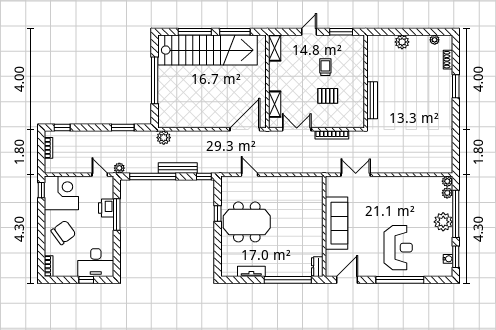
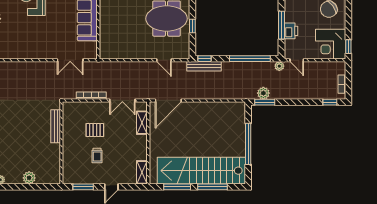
window: (123, 127) -> (265, 102), moved
plant: (164, 138) -> (263, 93), moved
bench: (178, 168) -> (204, 66), moved

